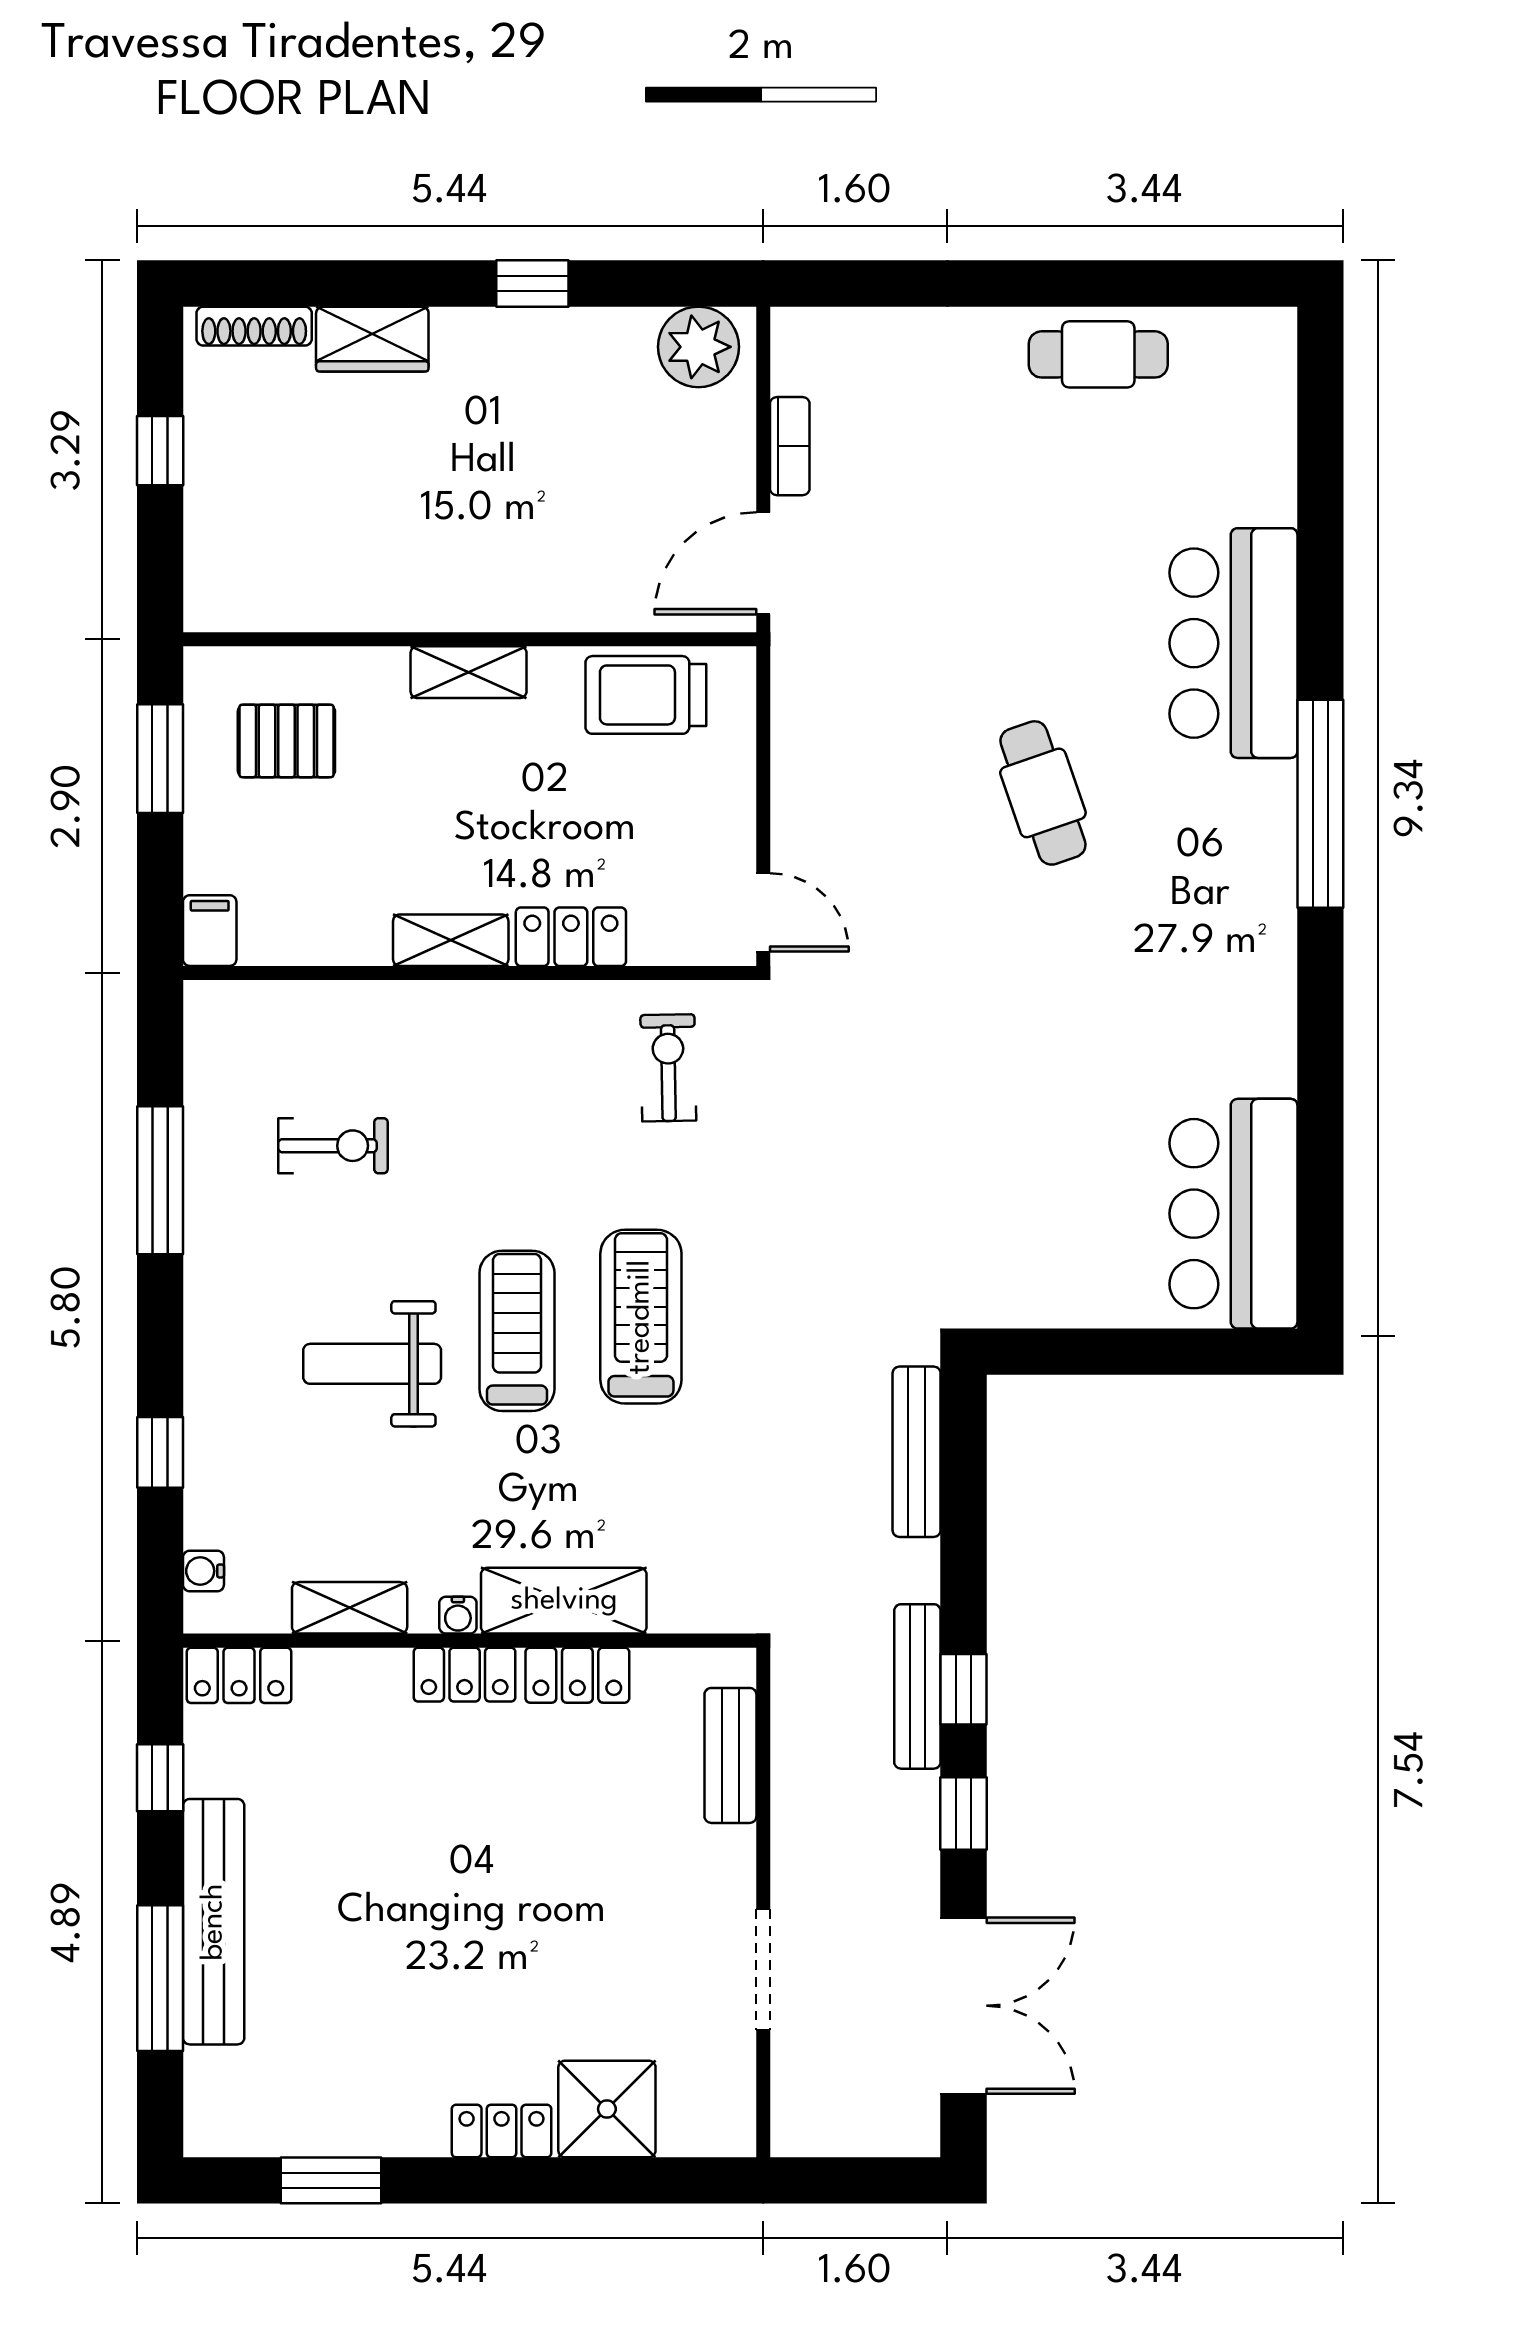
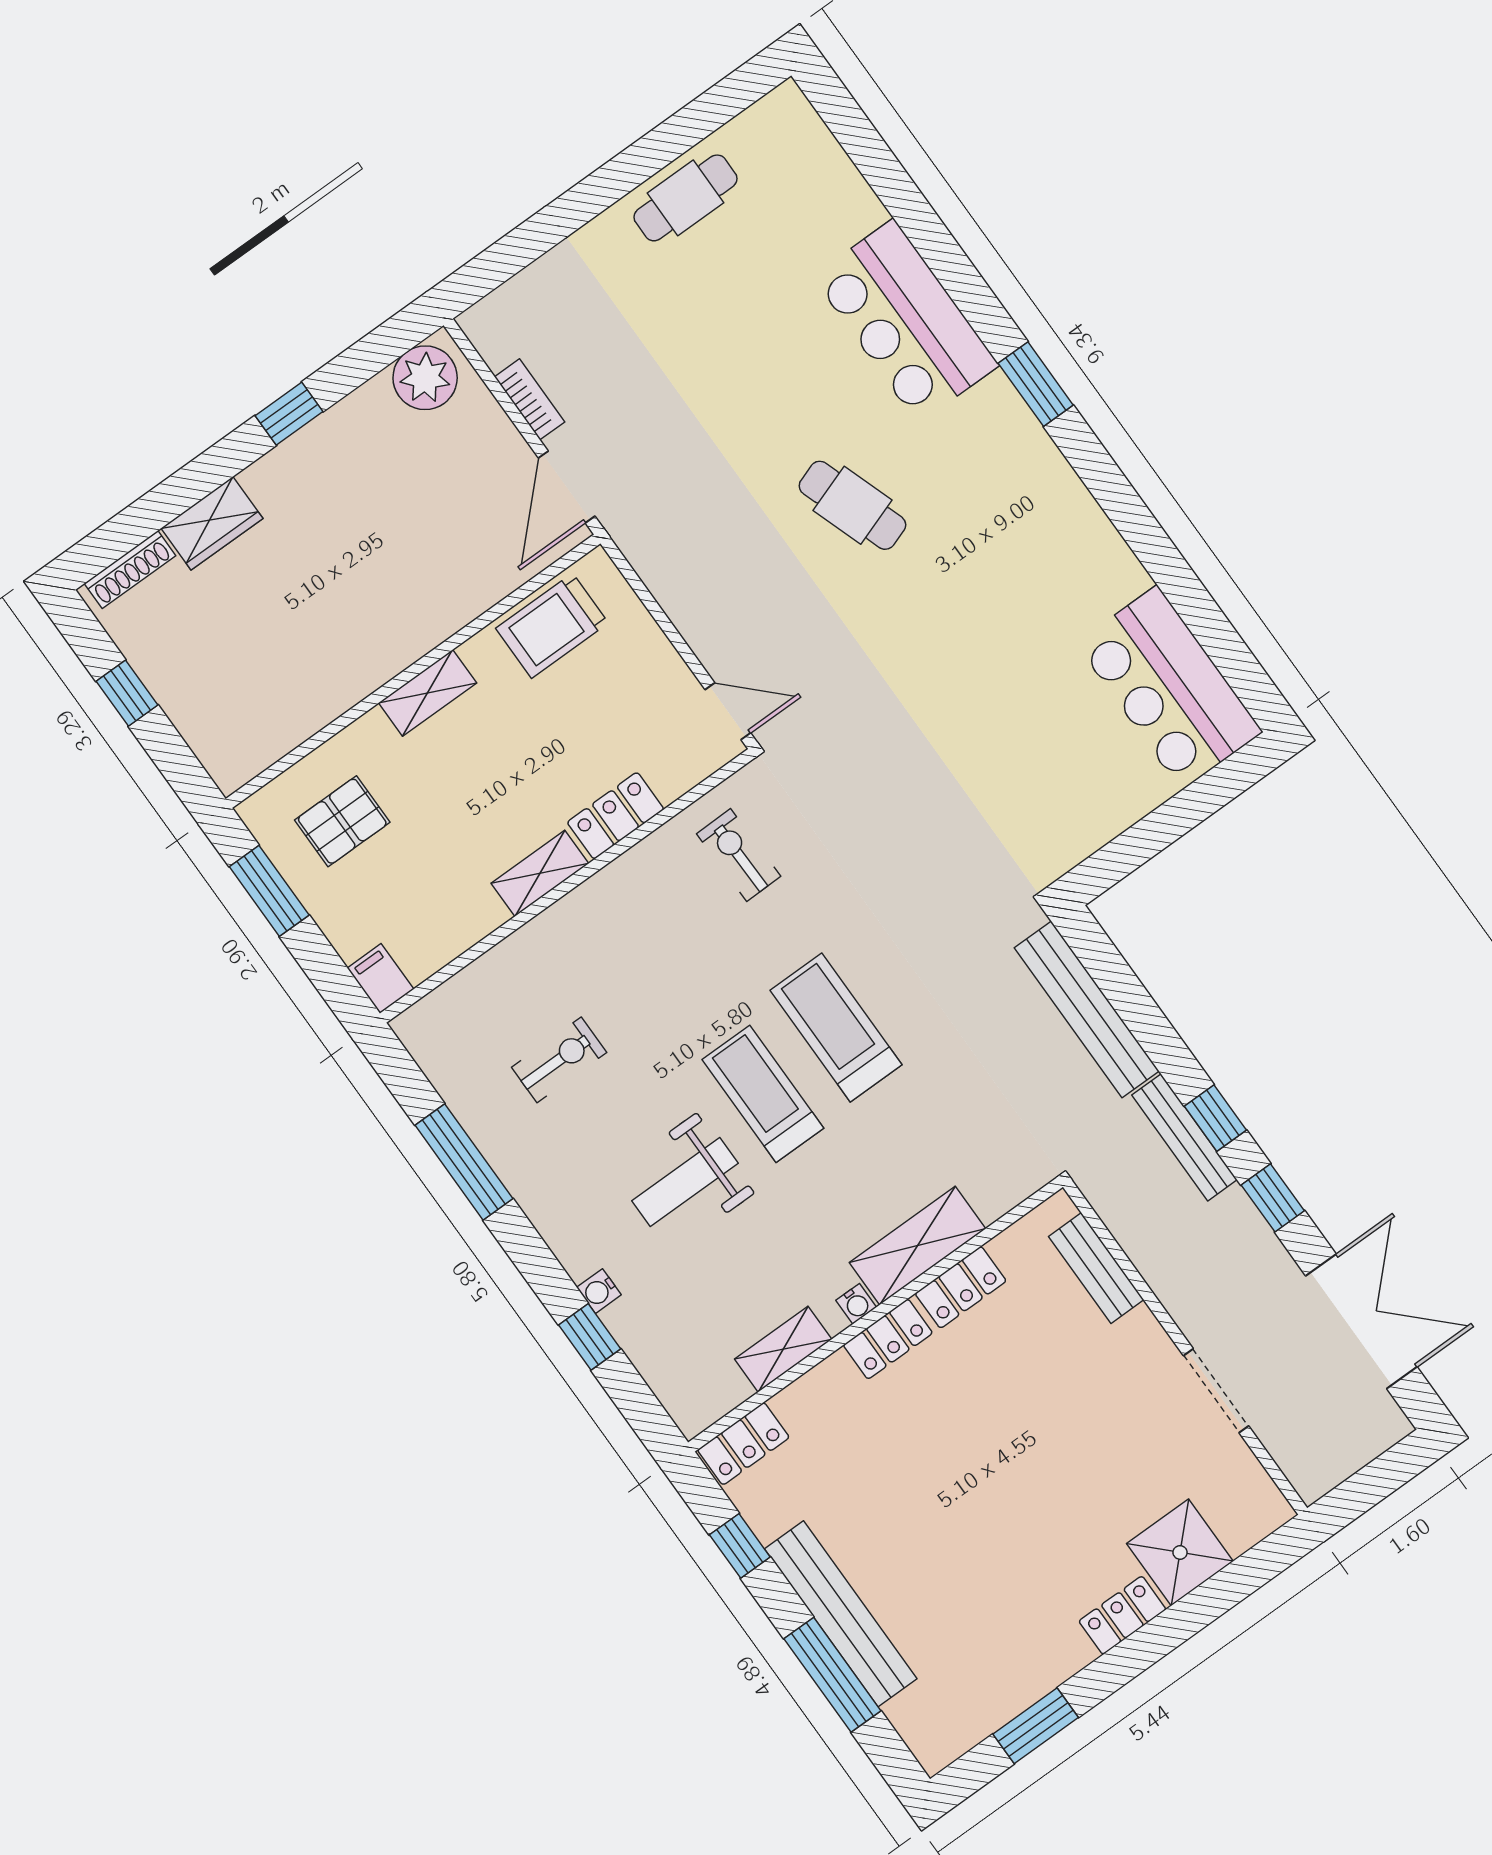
window: (1320, 804) -> (1036, 384), width x0.47
bench: (917, 1452) -> (1087, 1009), width x1.37, depth x1.21
water cooler: (203, 1571) -> (599, 1291), moved

